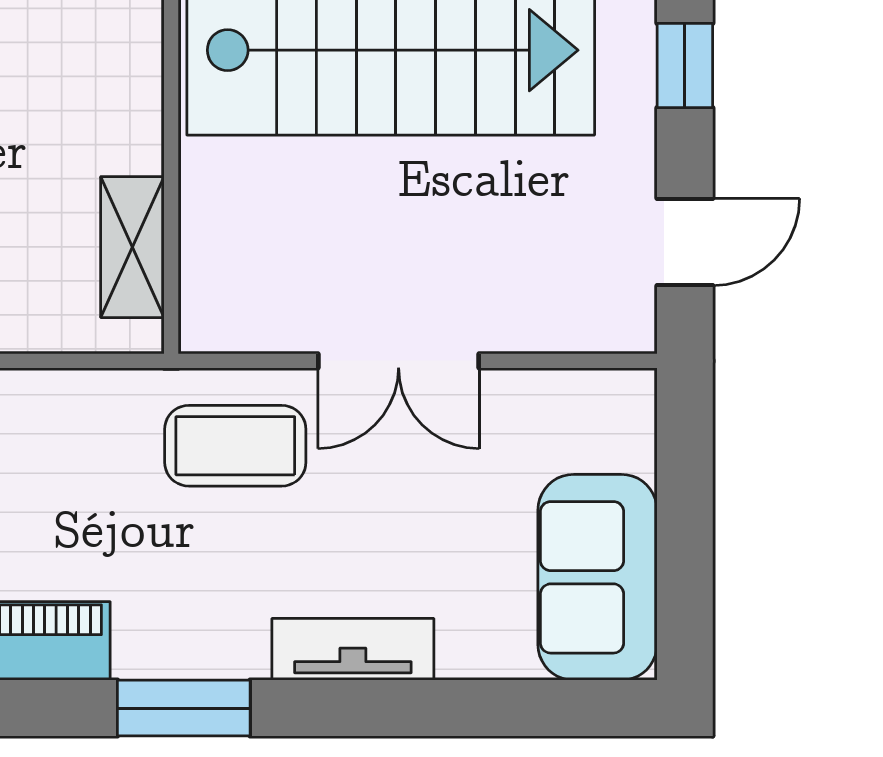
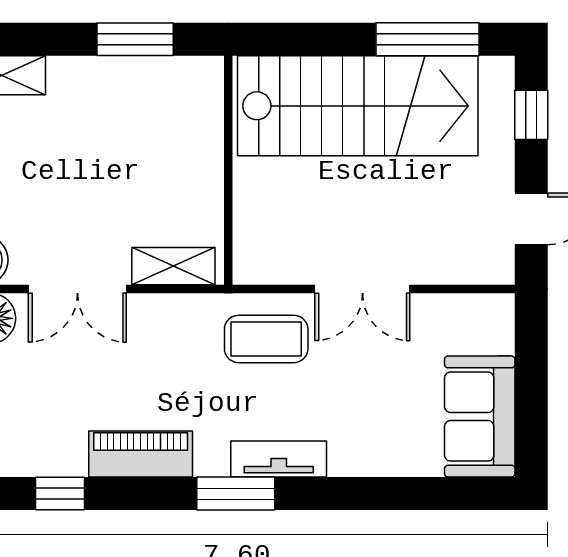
shelving: (132, 247) -> (173, 266), moved, turned 90
tv unit: (353, 649) -> (279, 459), moved

